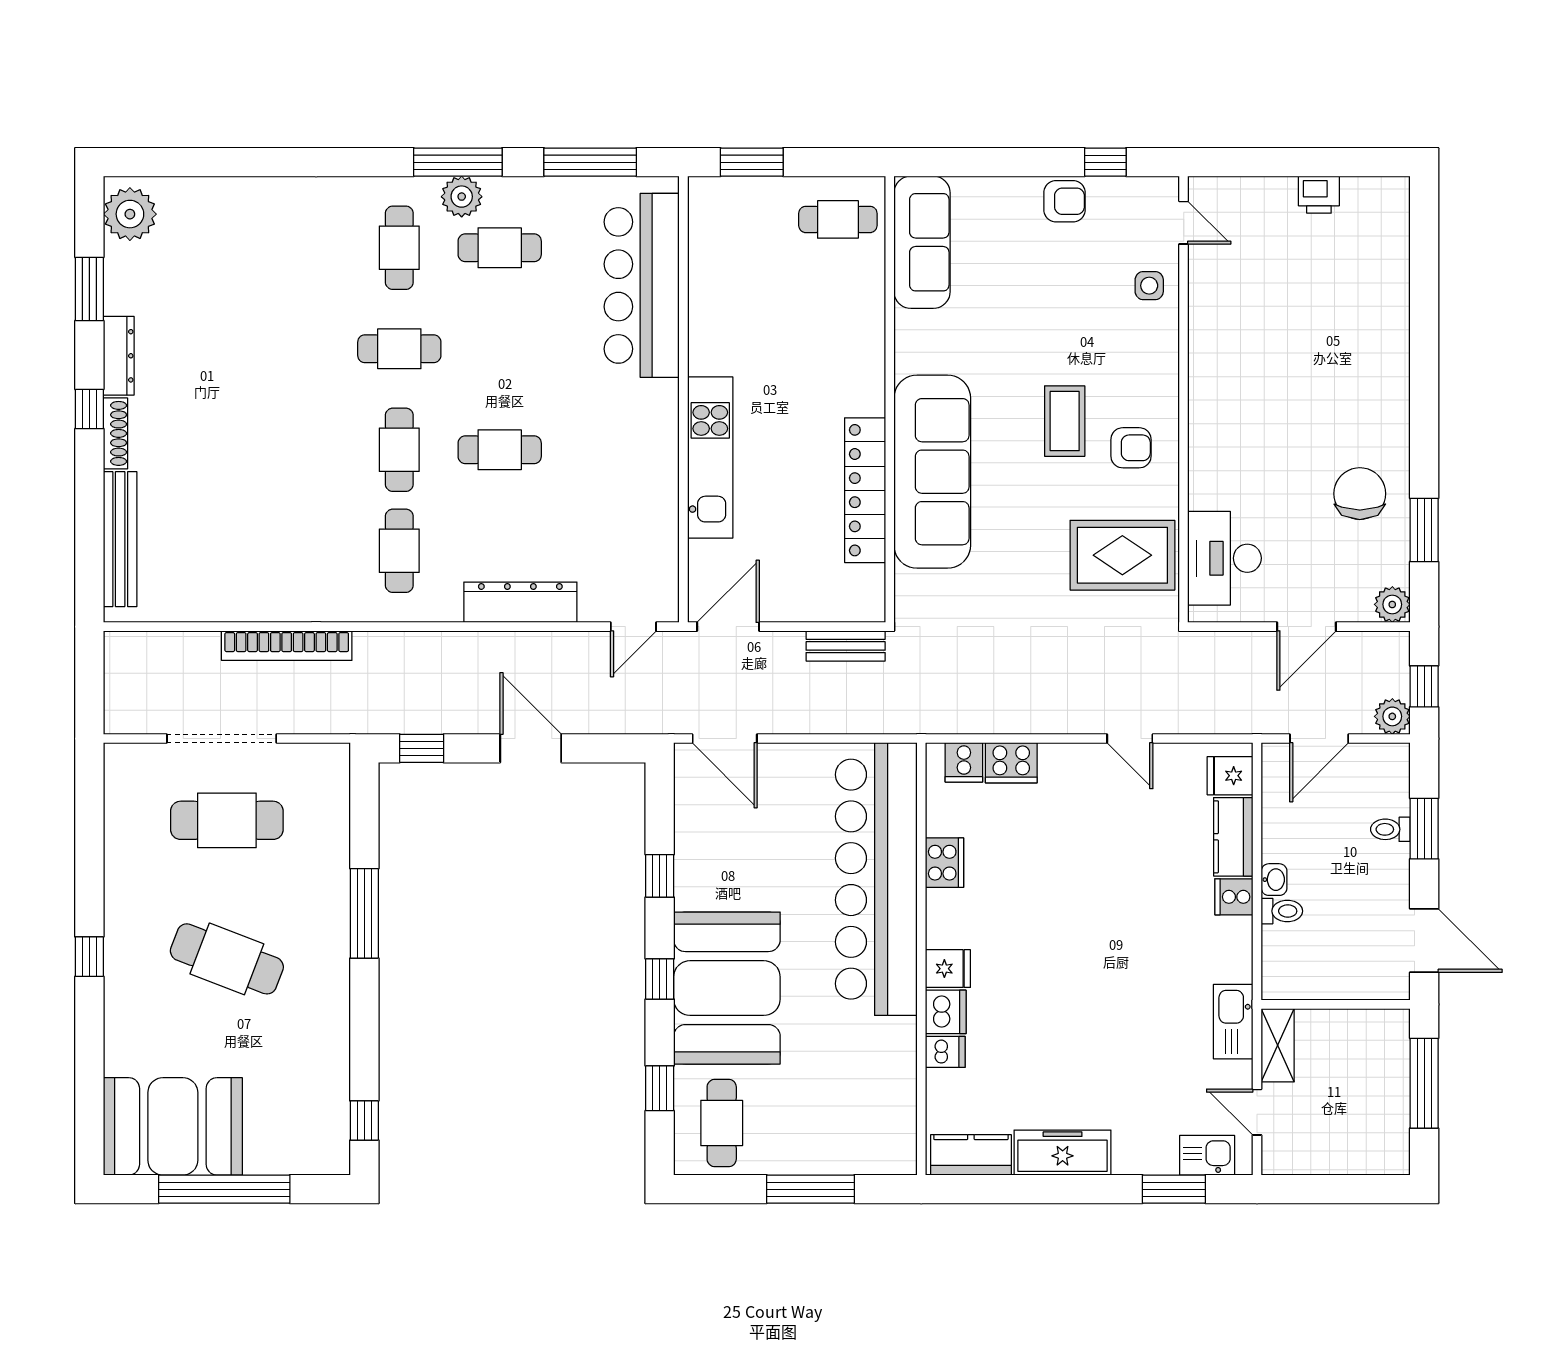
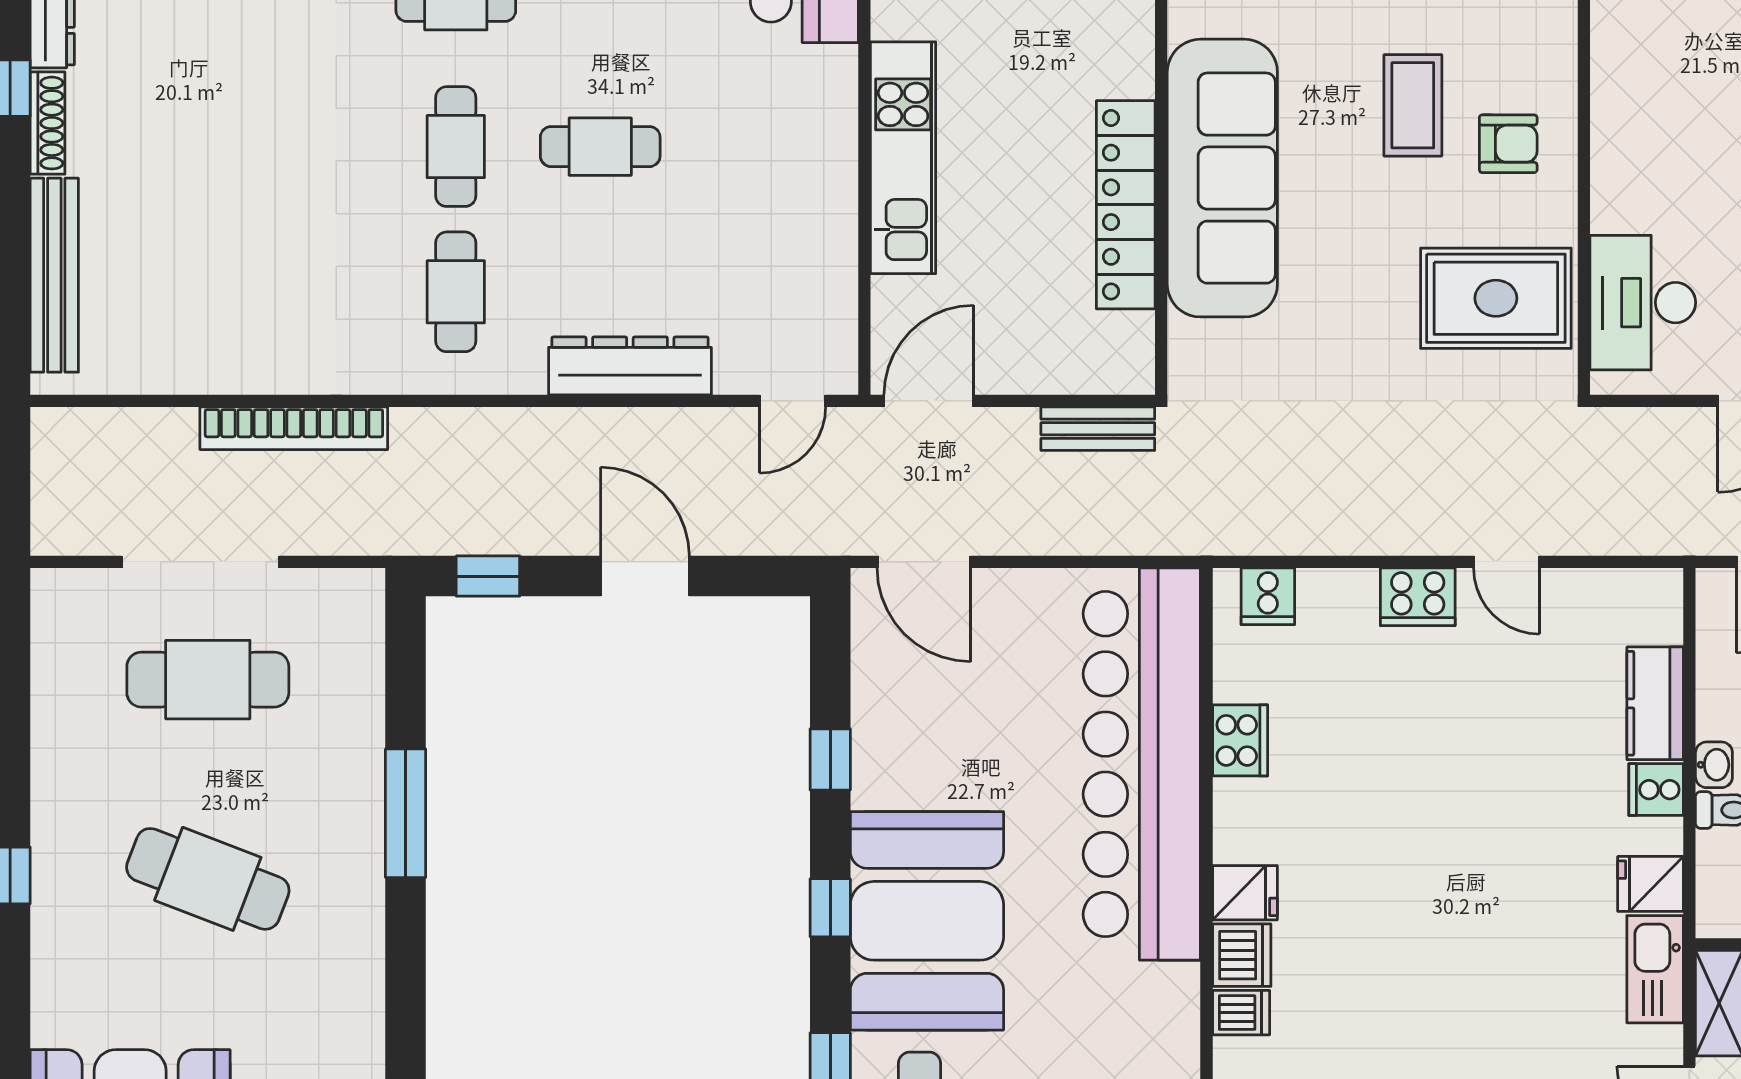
cooker: (1011, 763) -> (1418, 597), moved
fridge: (1230, 776) -> (1651, 884), moved

